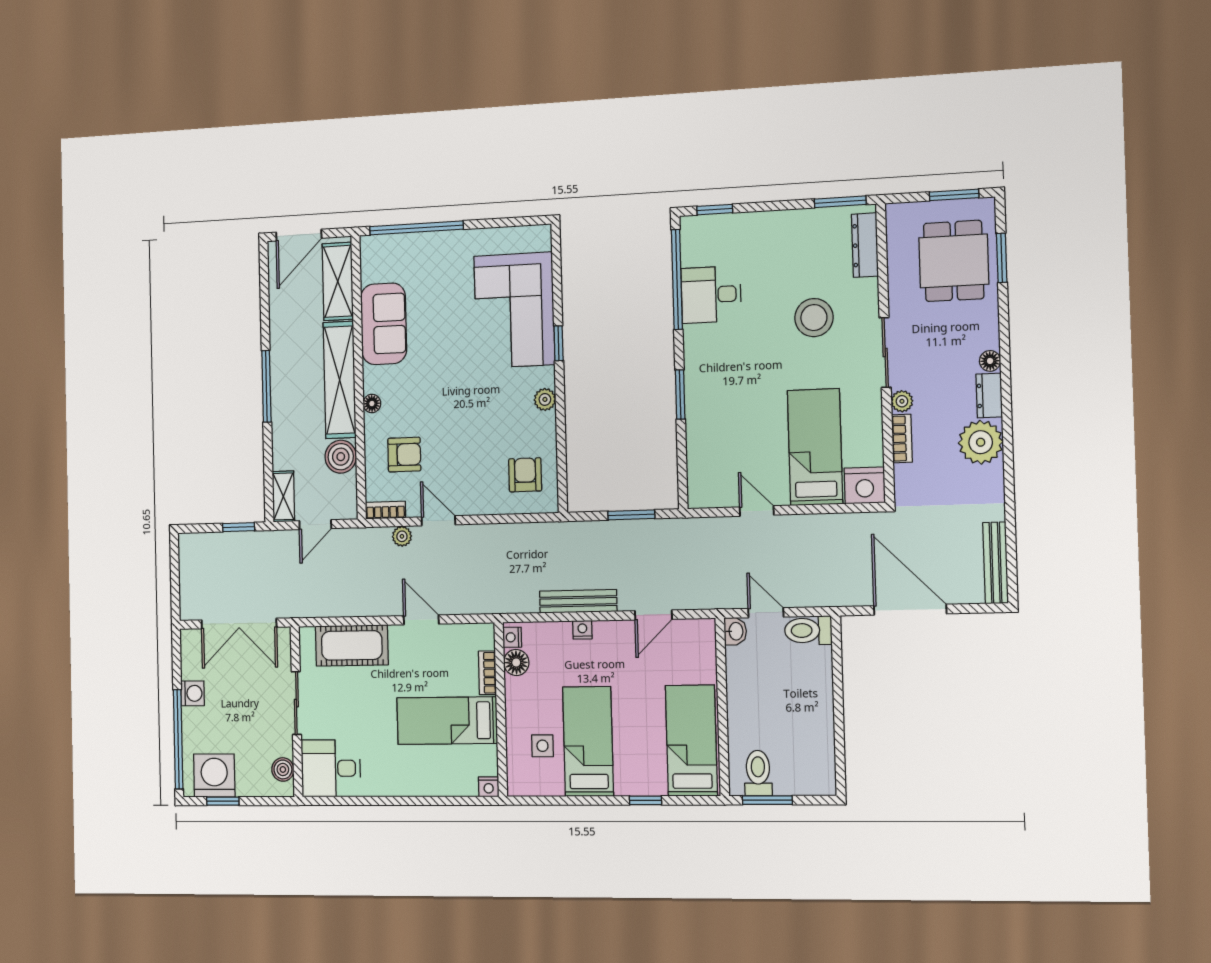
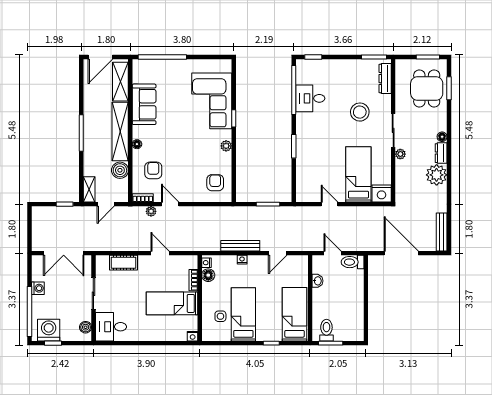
bookcase: (902, 438) -> (400, 172), removed
armchair: (404, 455) -> (153, 170), turned -90
washbasin: (735, 631) -> (317, 281), moved
cot: (352, 645) -> (123, 263), width x0.73, depth x0.75

